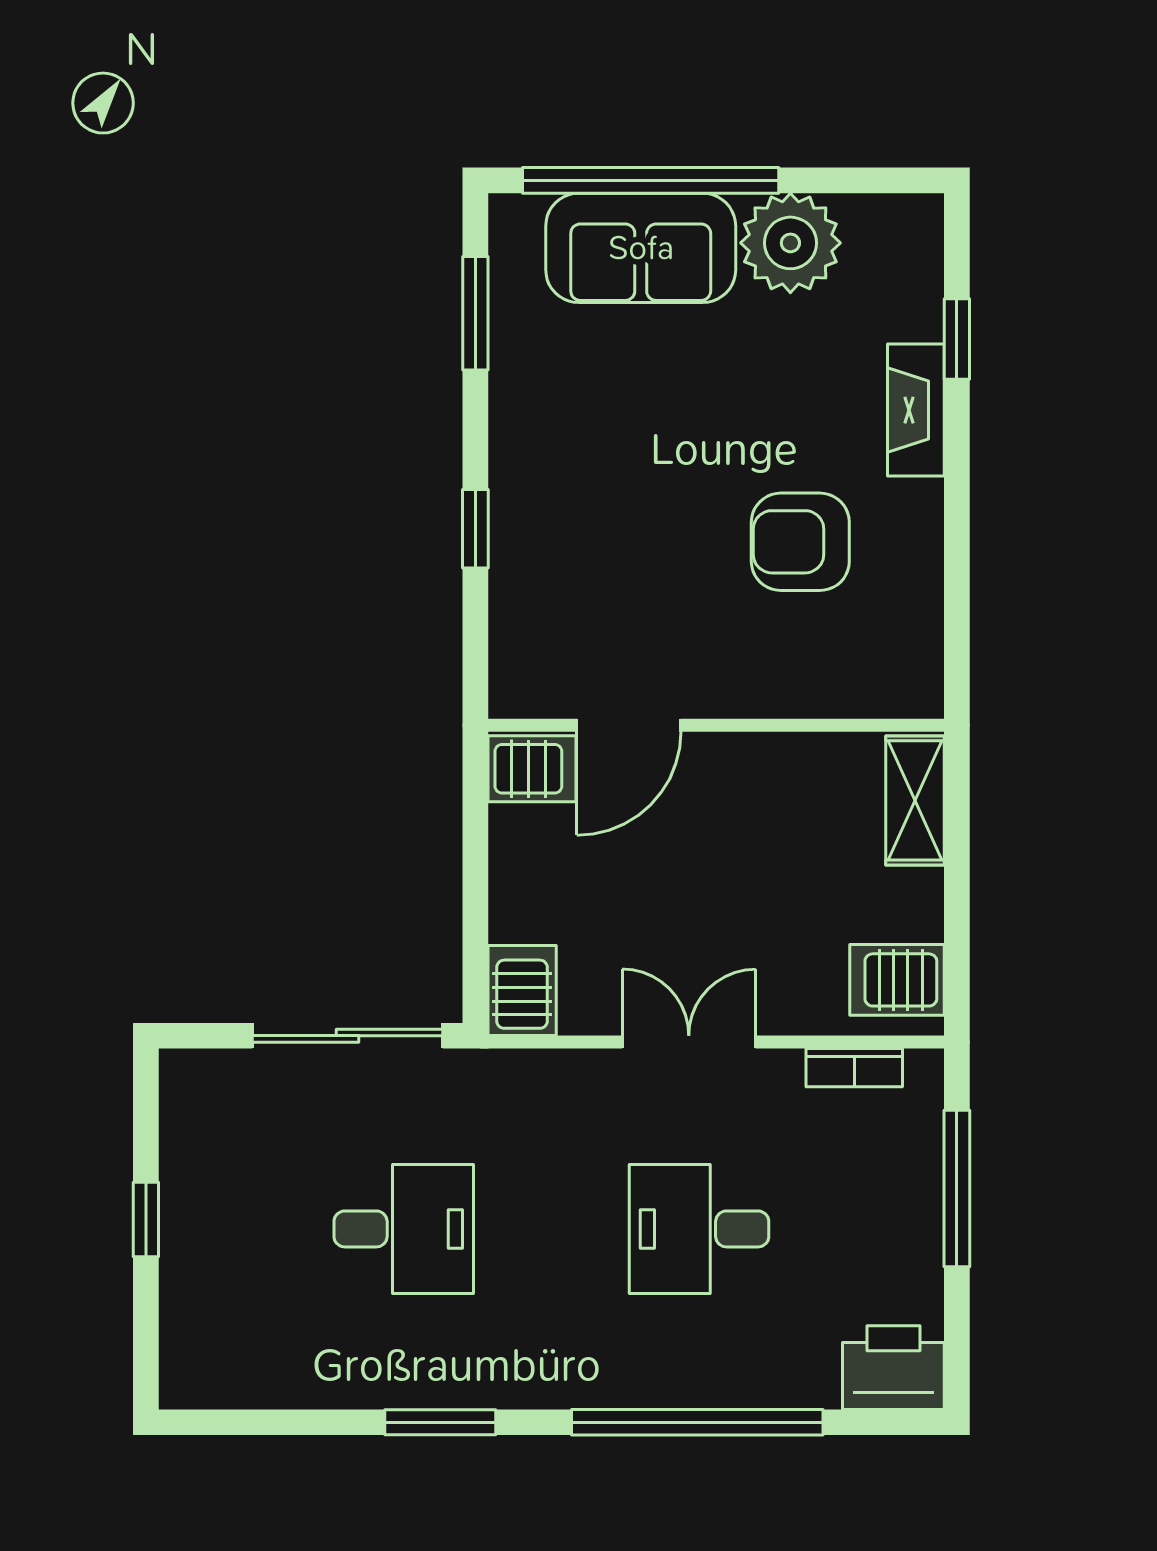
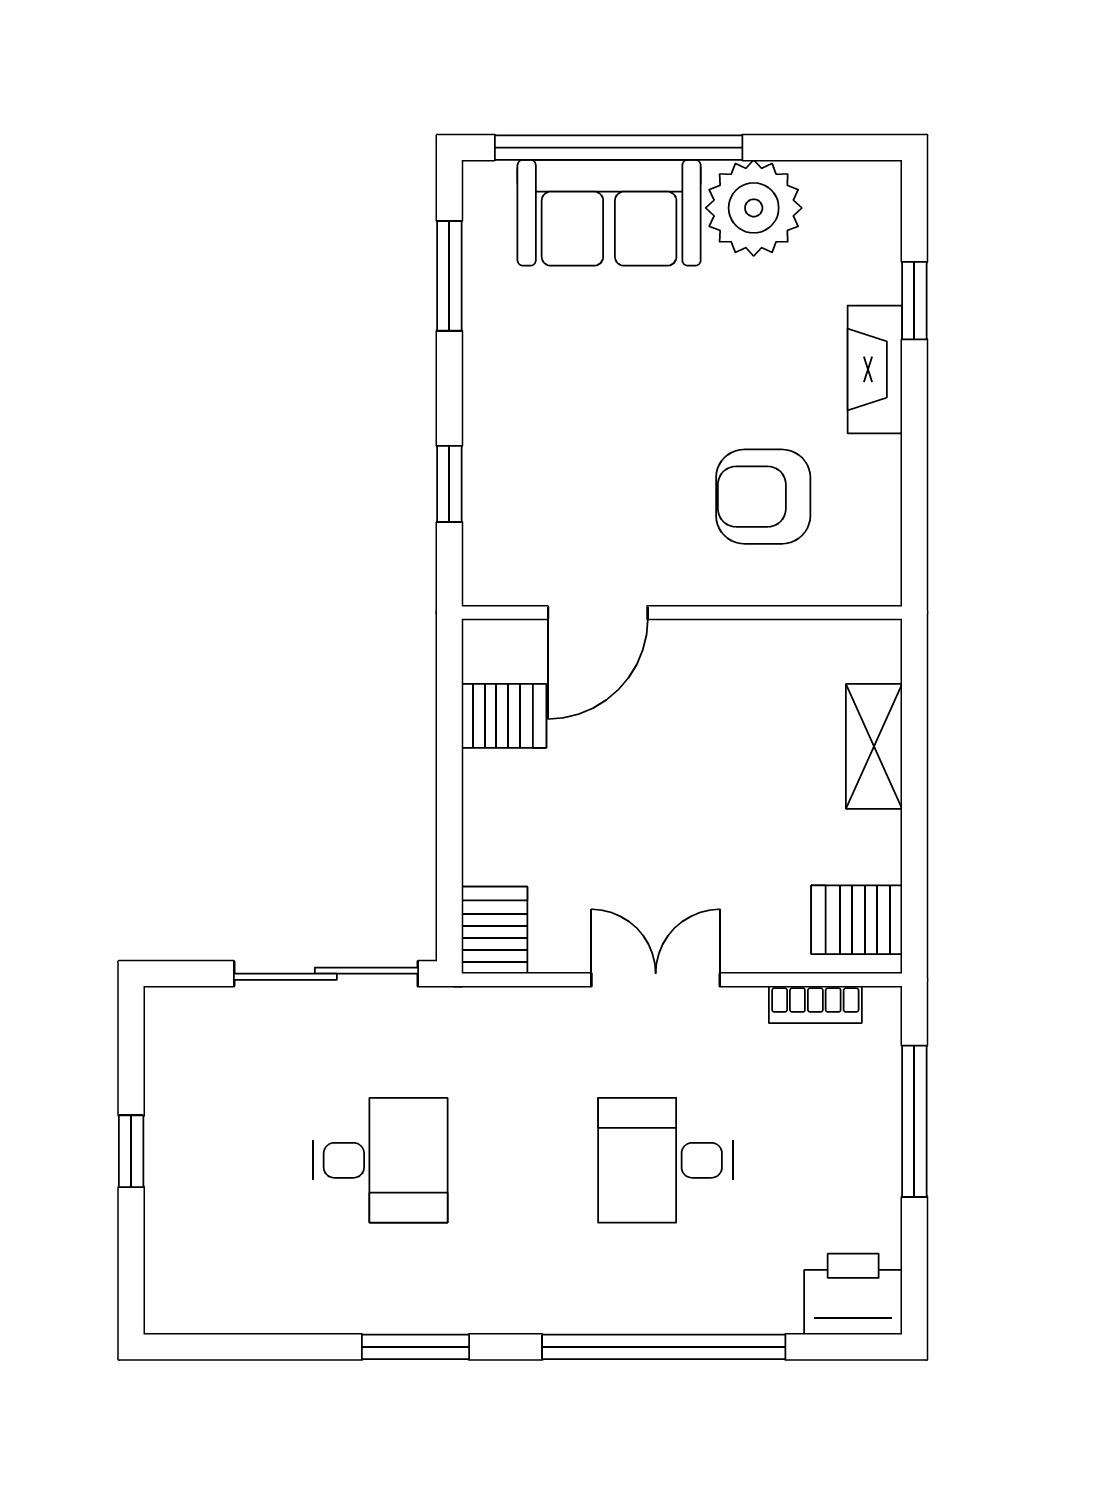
door: (629, 725) -> (598, 613), moved
wall: (716, 725) -> (682, 613), moved

